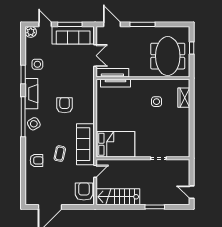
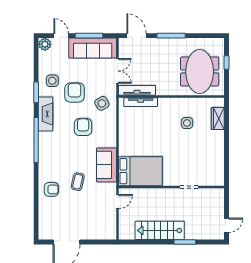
side table: (34, 124) -> (102, 103), moved
sofa: (85, 144) -> (107, 165), width x0.73
armchair: (84, 191) -> (75, 93), moved
door: (192, 192) -> (226, 225), swing flipped
stairs: (118, 197) -> (160, 230), moved

